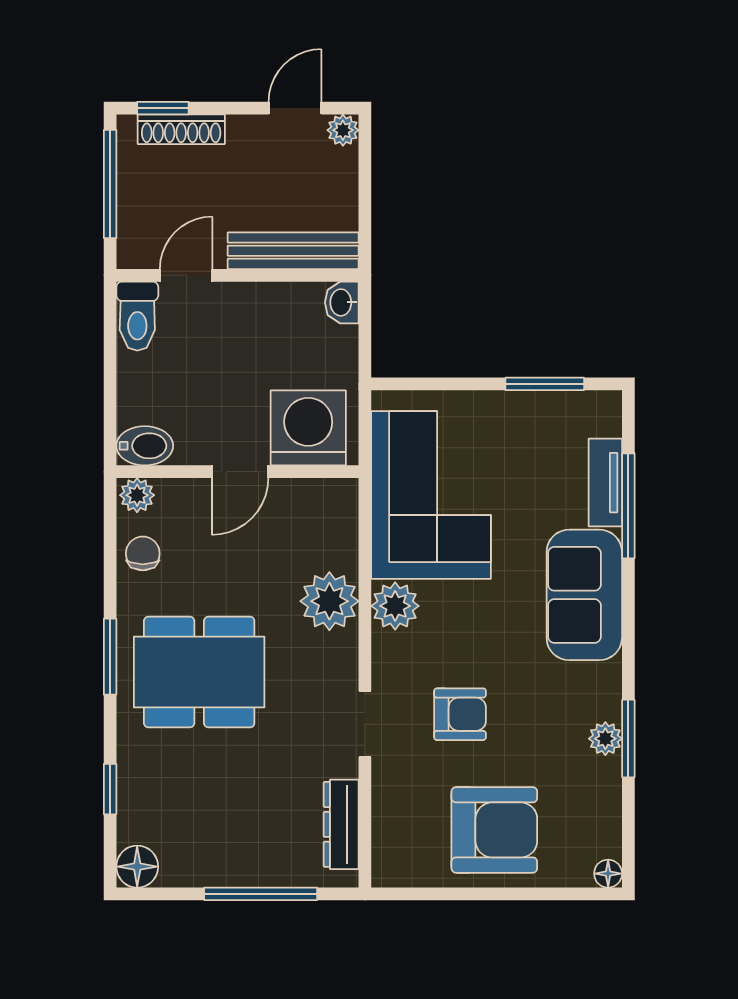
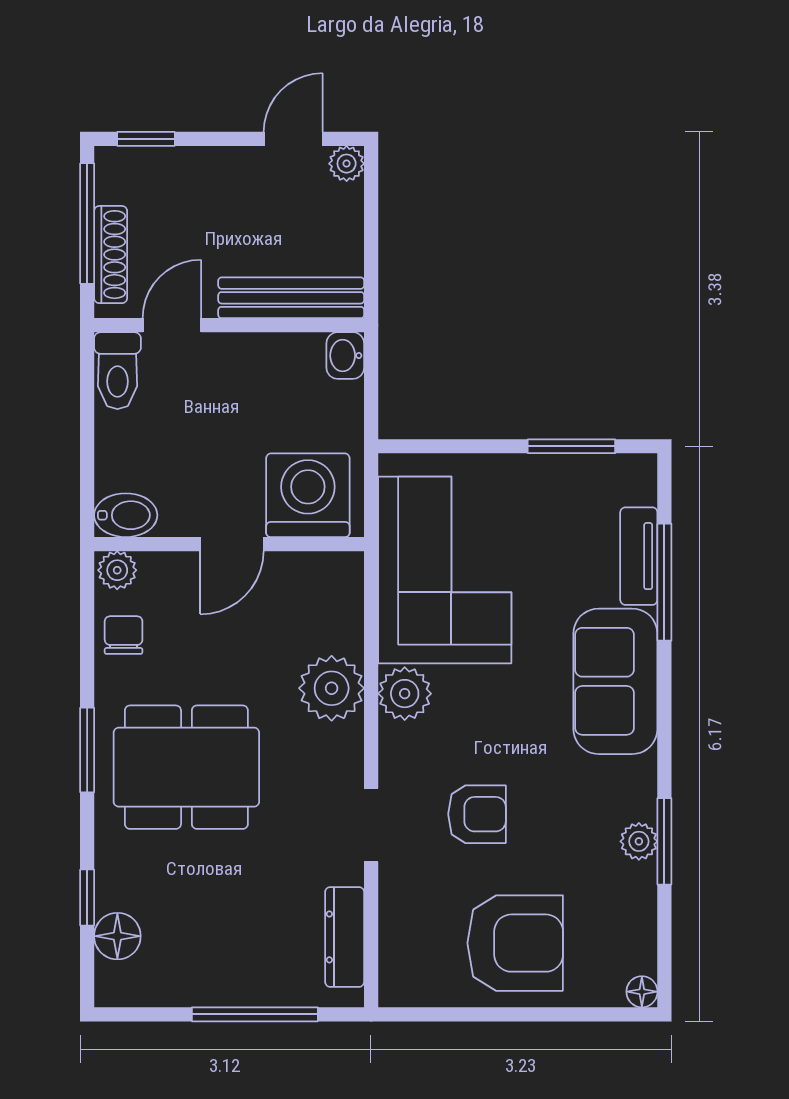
shoe rack: (181, 129) -> (111, 255), moved, turned -90
floor lamp: (137, 867) -> (117, 936), moved

